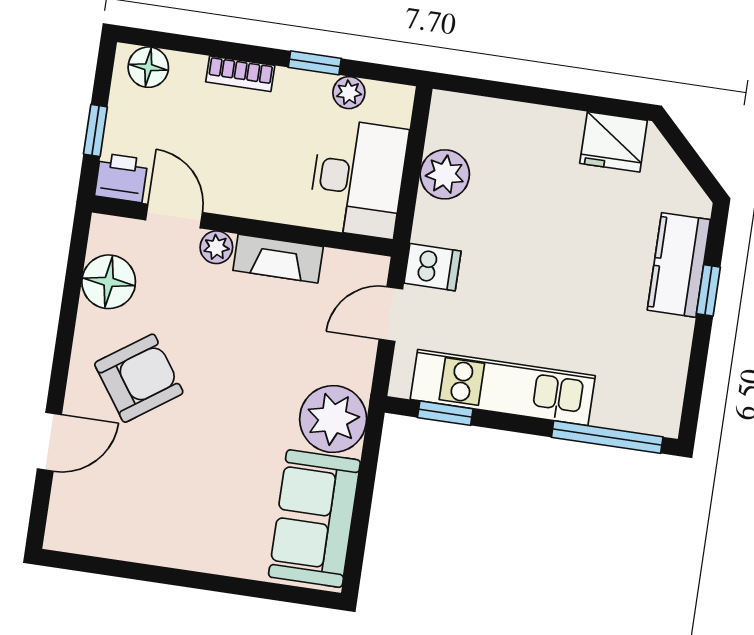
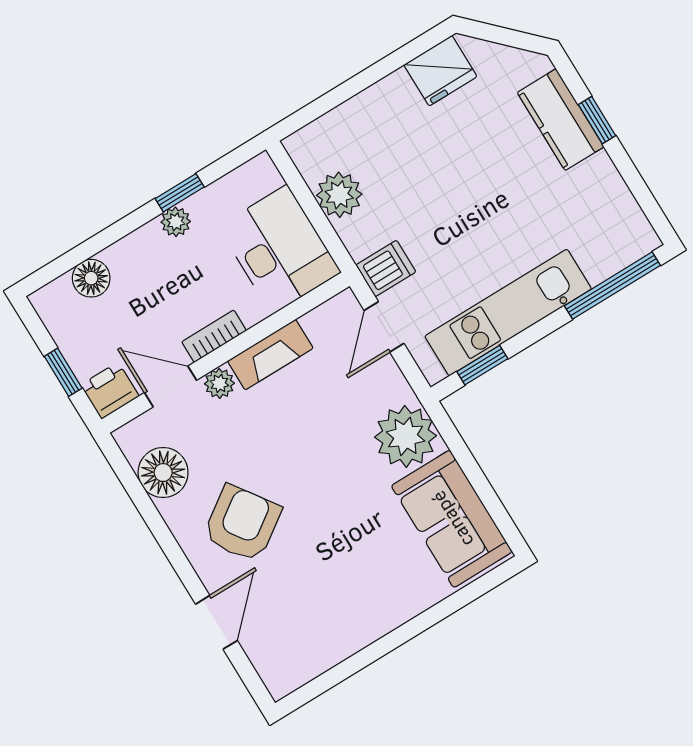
floor lamp: (148, 67) -> (91, 278), moved
bookcase: (240, 74) -> (214, 336), moved, turned 180
plant: (349, 93) -> (176, 222), moved

